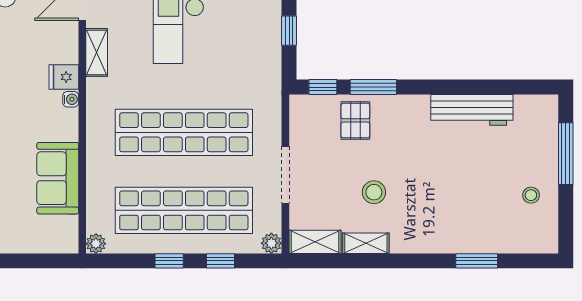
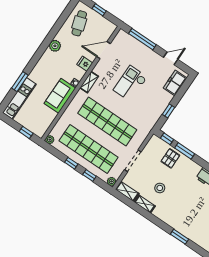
shelving: (97, 52) -> (89, 82), moved
fridge: (64, 77) -> (85, 64), moved
sofa: (58, 178) -> (60, 96), moved
window: (40, 261) -> (26, 132), added

